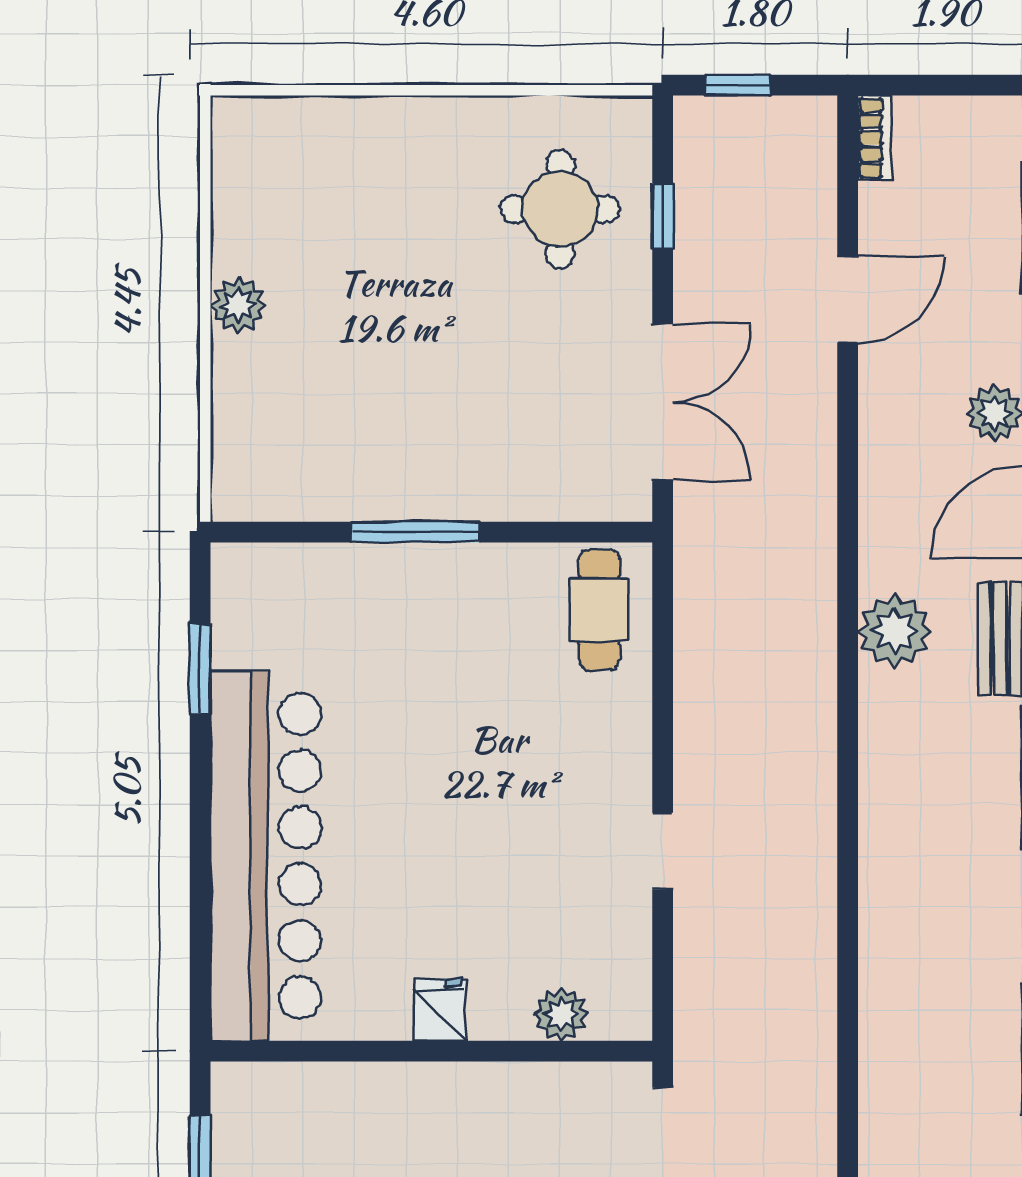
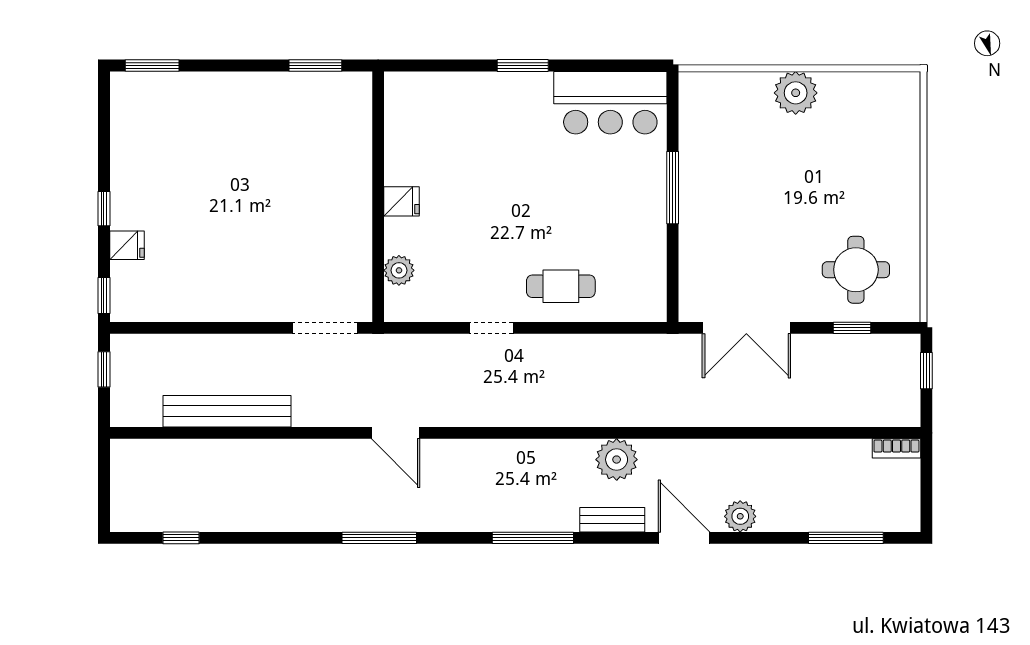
door: (848, 300) -> (396, 433), moved
plant: (238, 305) -> (796, 93), width x1.36, depth x1.36
cafe table: (599, 610) -> (561, 286), moved
window: (200, 669) -> (523, 65), moved
bar counter: (266, 856) -> (610, 103), moved, width x0.54

